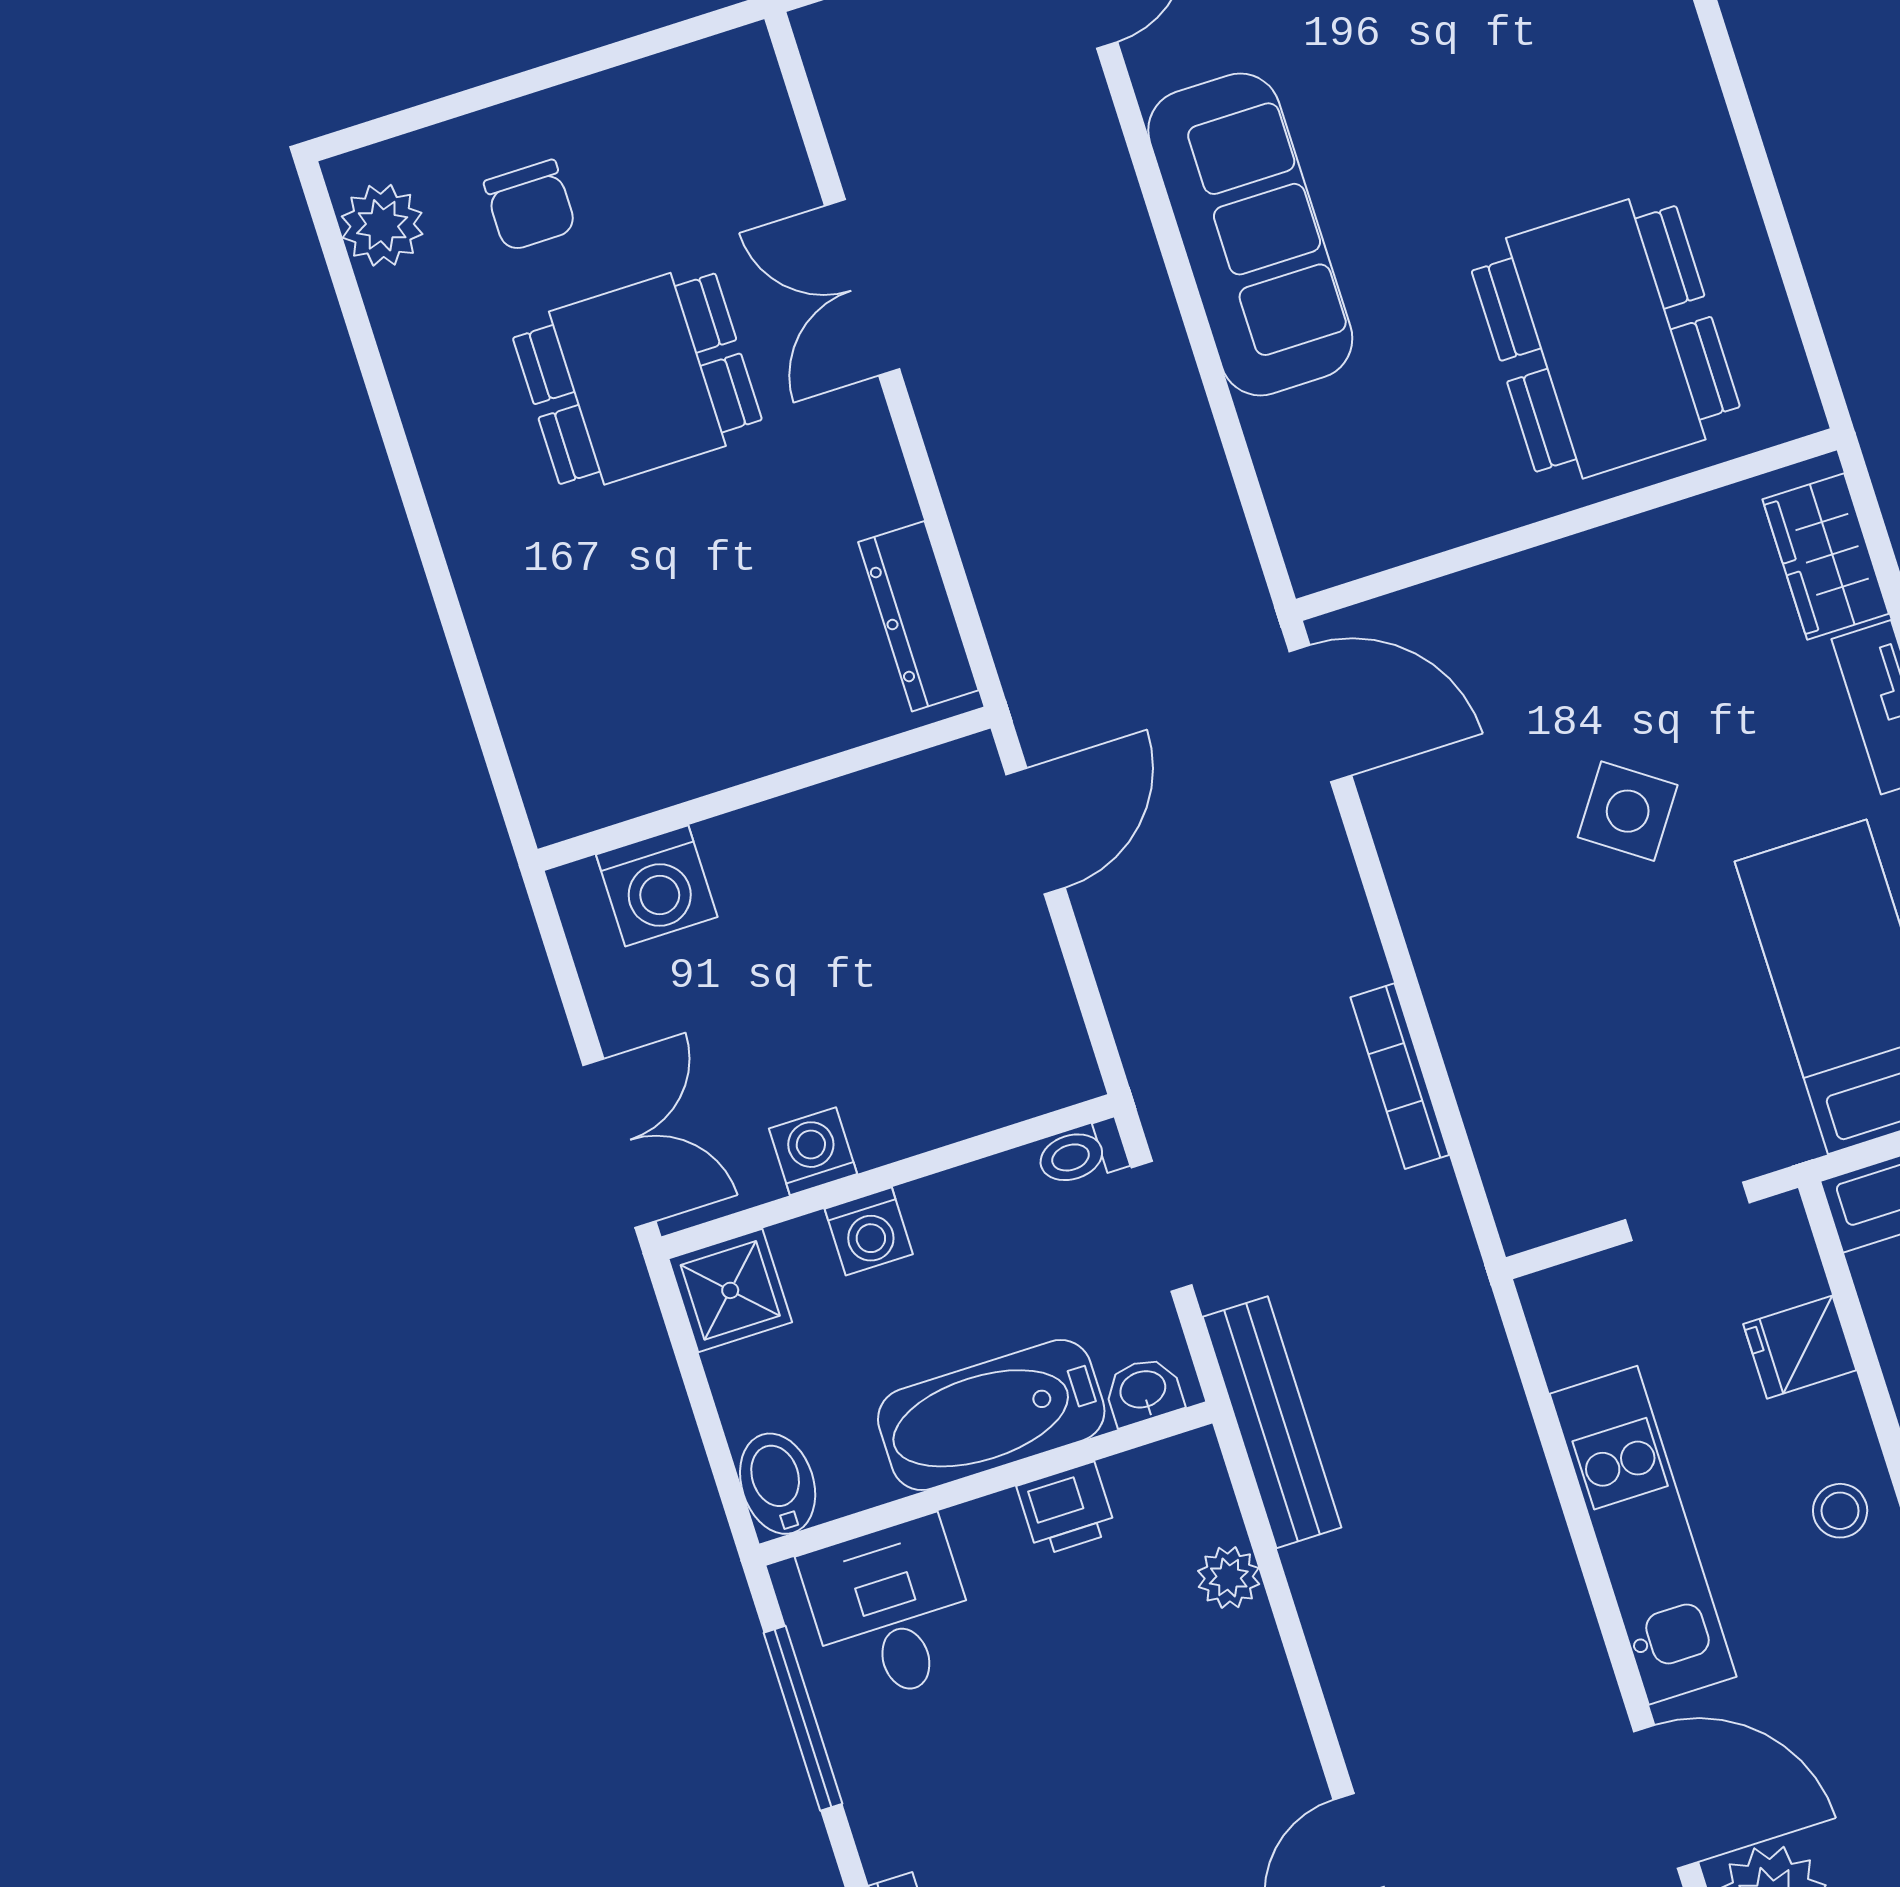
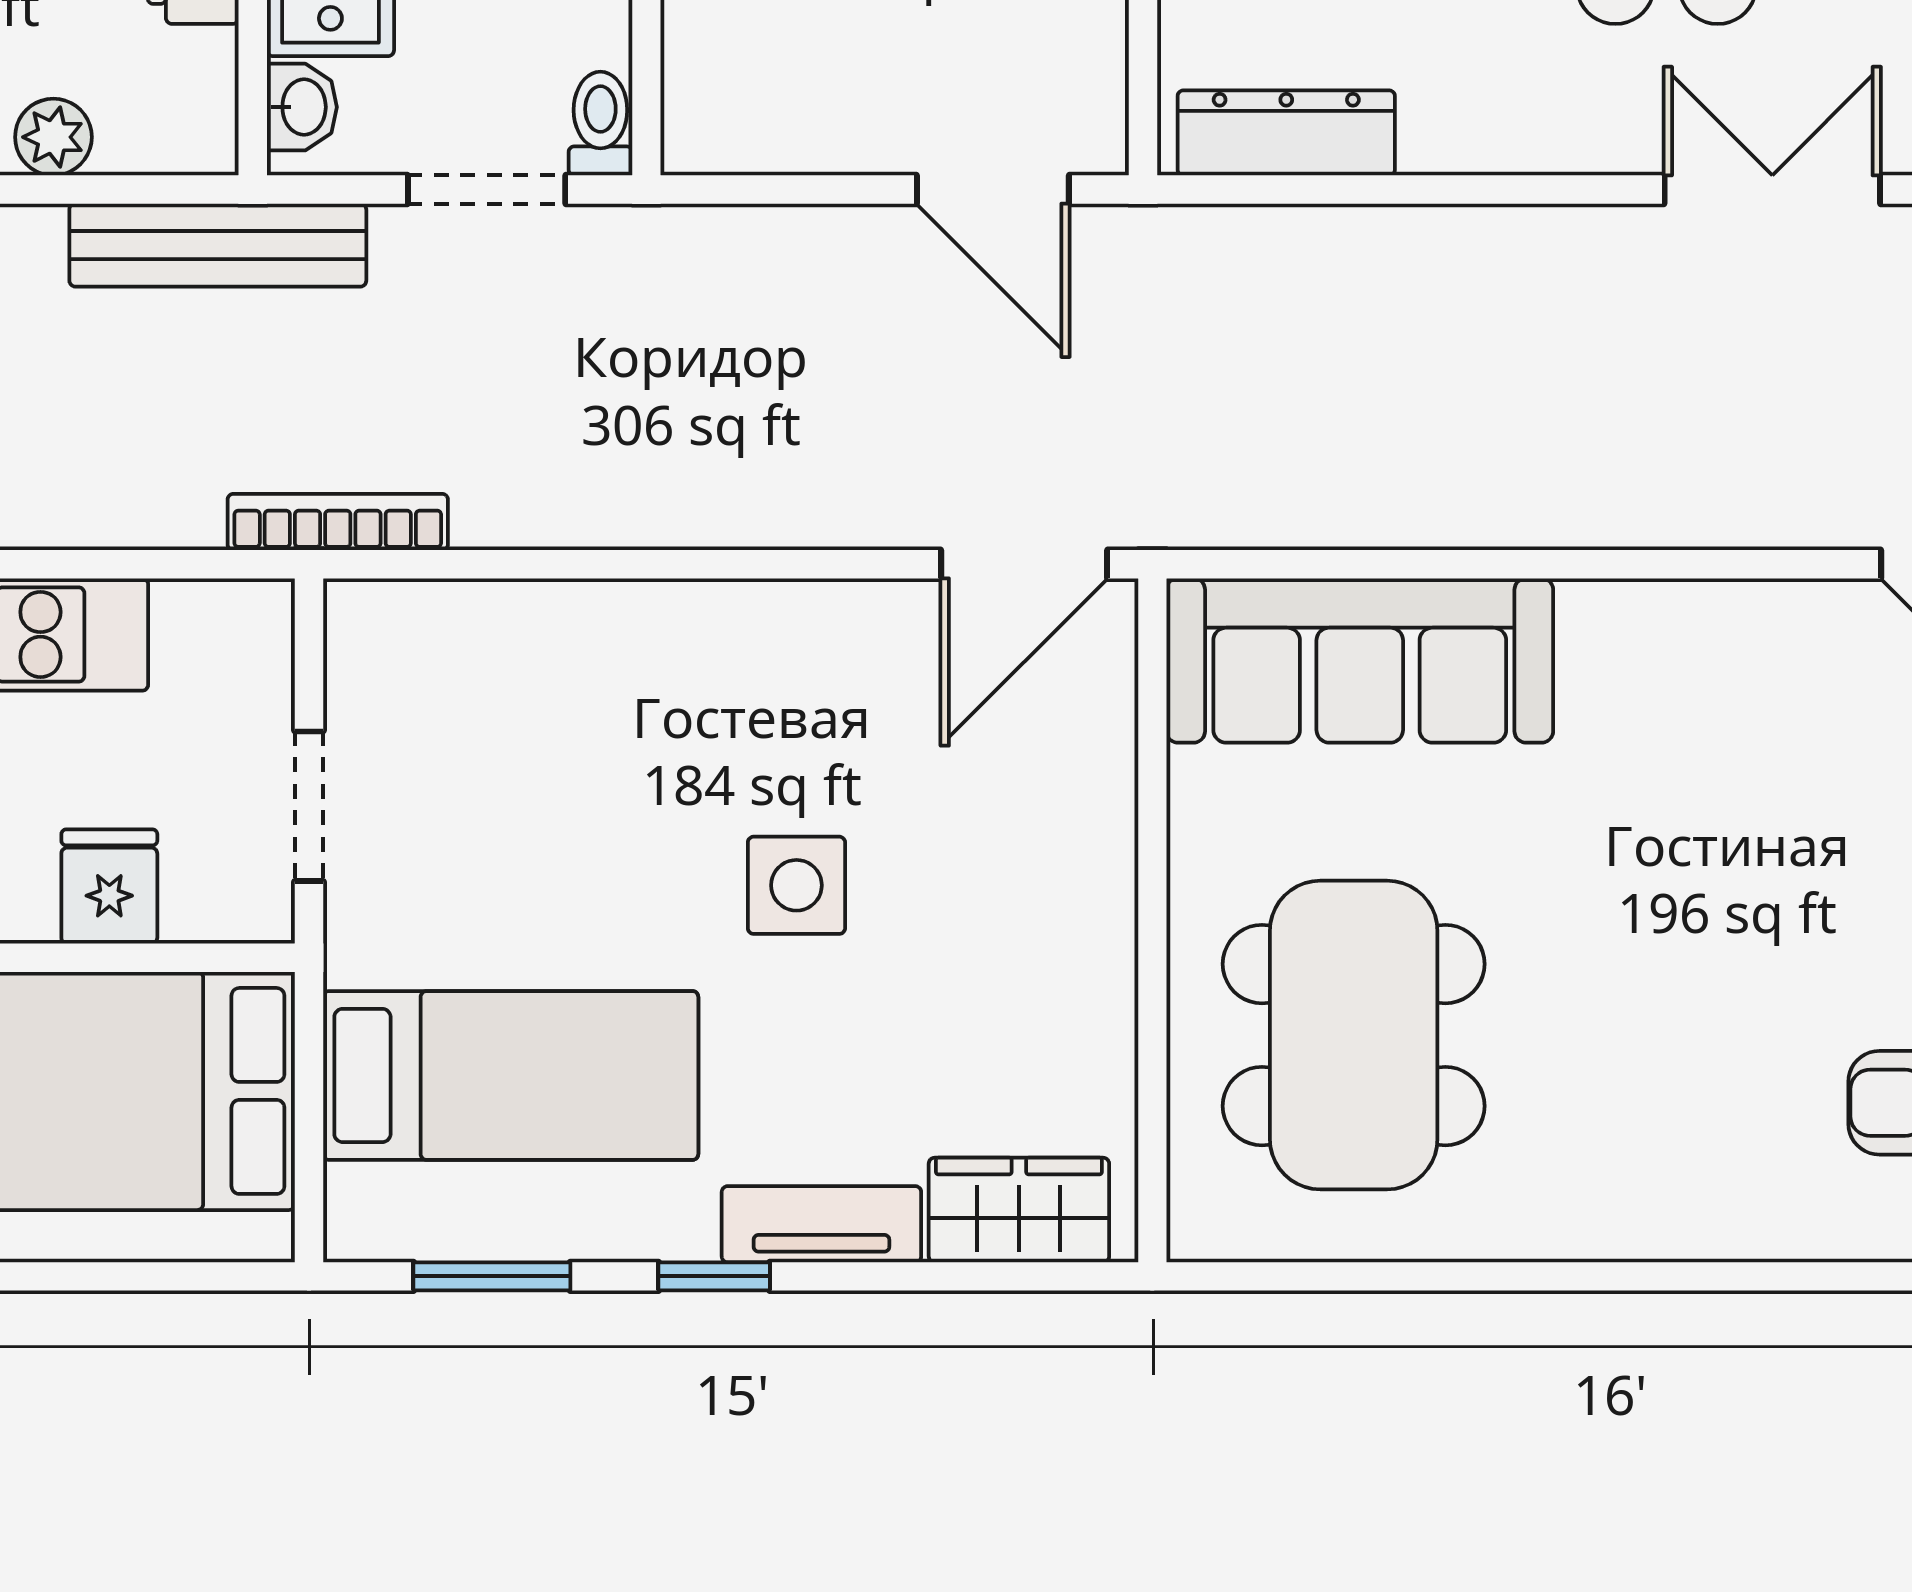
sofa: (1250, 234) -> (1360, 660), moved
double door: (862, 287) -> (1772, 189), moved
dining table: (1606, 339) -> (1354, 1035), turned 90
side table: (1628, 811) -> (796, 885), turned -35
bookcase: (1400, 1076) -> (338, 522), moved

